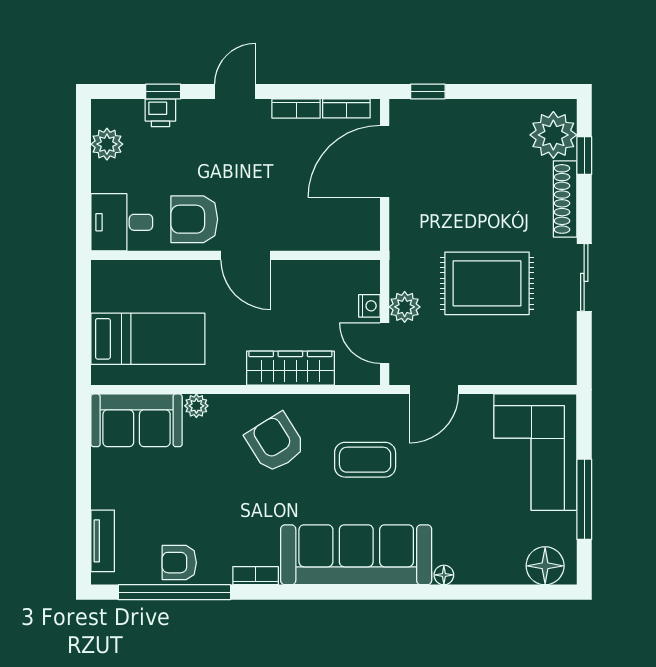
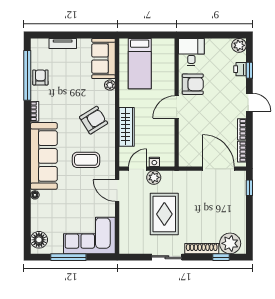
plant: (107, 144) -> (239, 45), moved
armchair: (194, 219) -> (193, 84), turned 90
coffee table: (365, 460) -> (86, 160), turned 90
tv unit: (103, 541) -> (63, 44), moved

